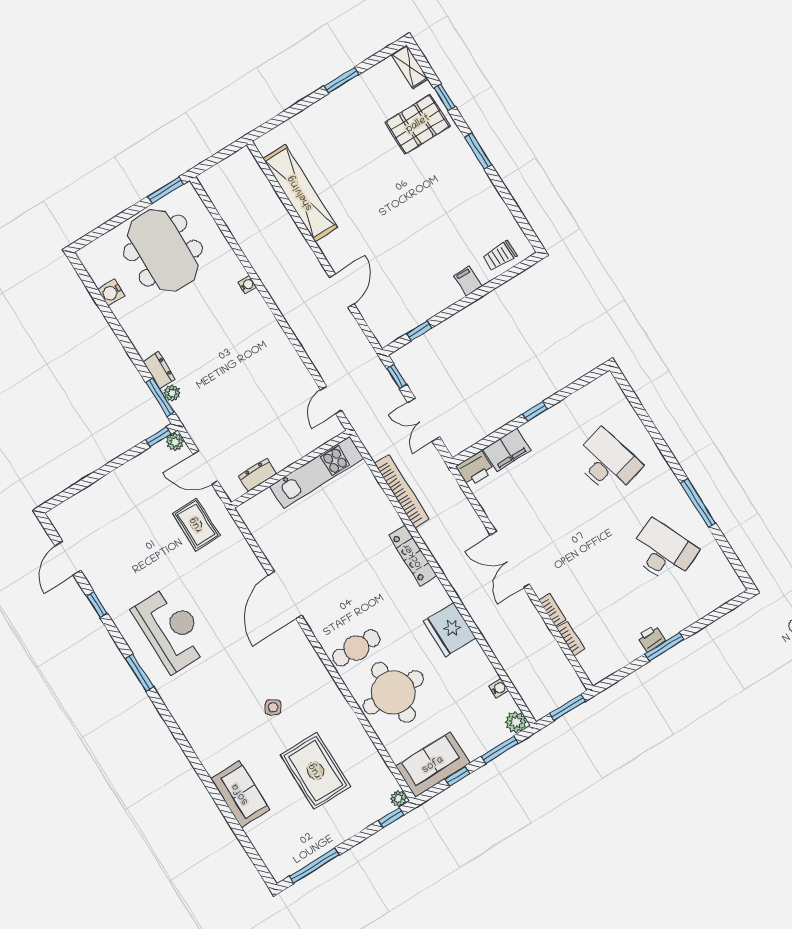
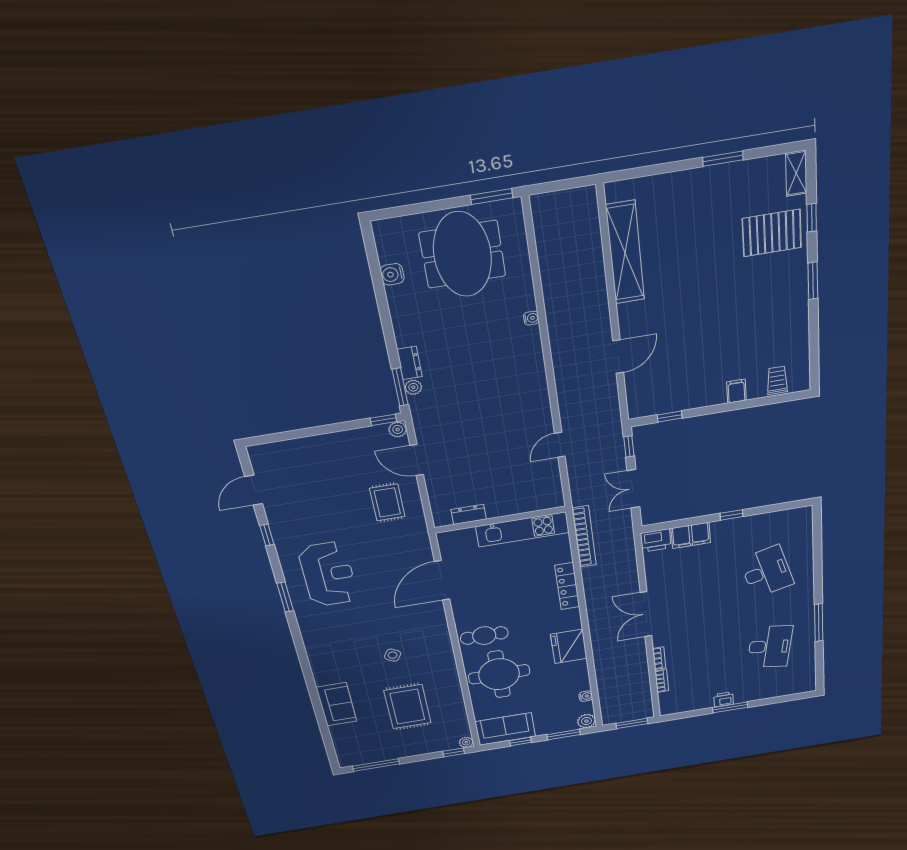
trolley: (500, 256) -> (777, 380), turned 90
wall: (290, 469) -> (500, 520), moved
kitchen unit: (317, 472) -> (522, 529), moved
dresser: (258, 475) -> (469, 514), moved
desk: (663, 552) -> (770, 647), turned 33

